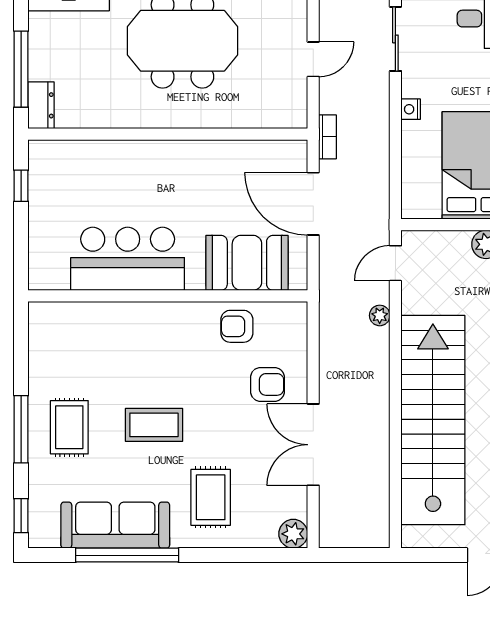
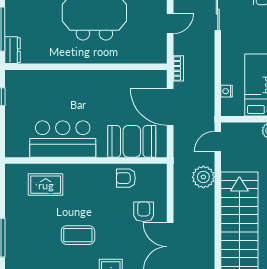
nightstand: (411, 109) -> (227, 91), moved
plant: (380, 315) -> (203, 177), width x1.88, depth x1.88
armchair: (267, 384) -> (144, 212), turned -90
rug: (69, 427) -> (46, 185), moved, turned 90

